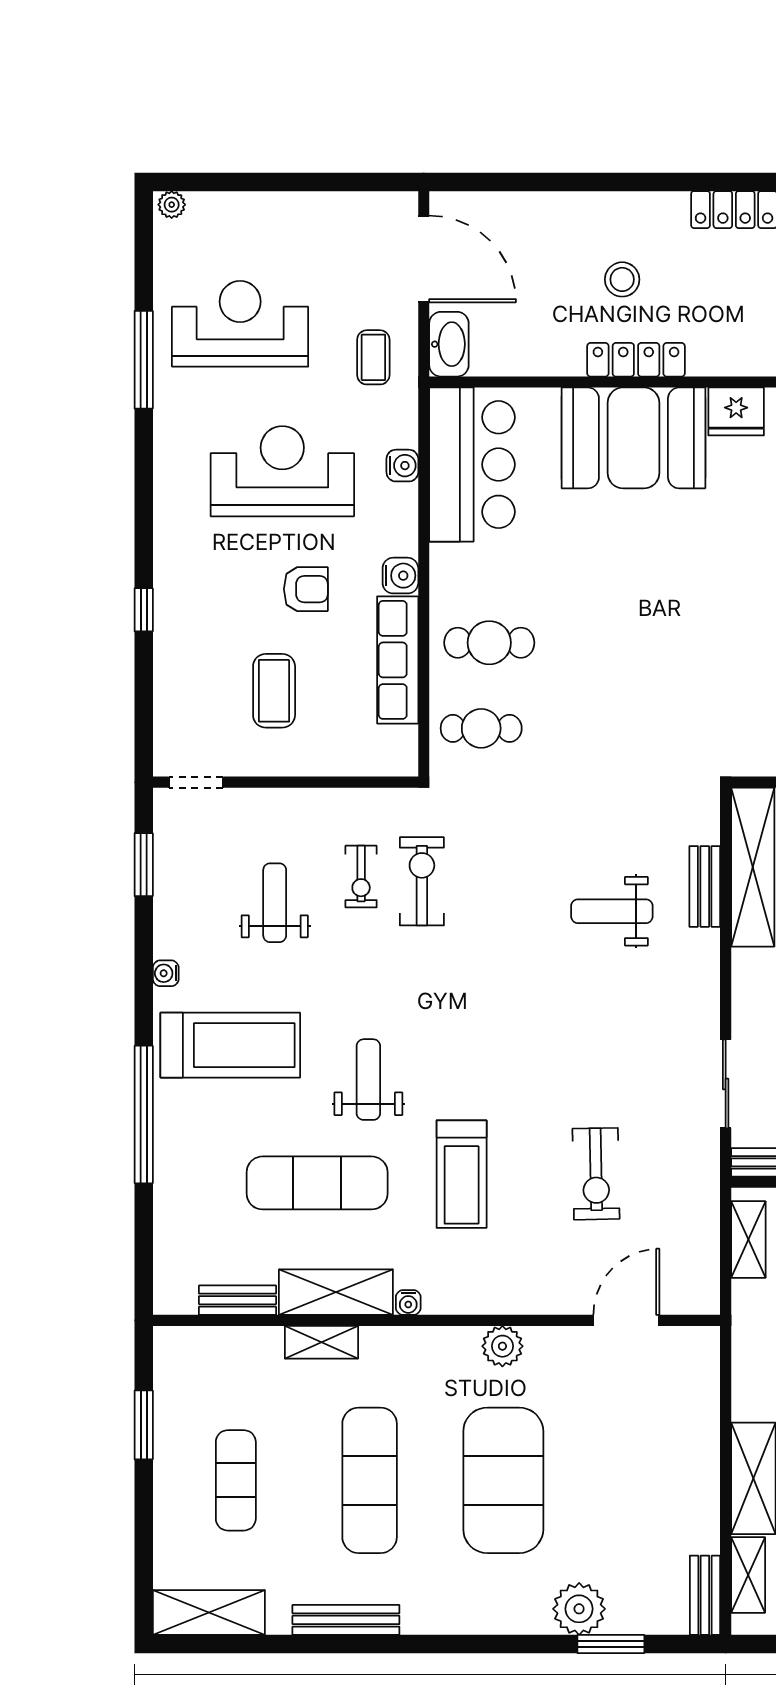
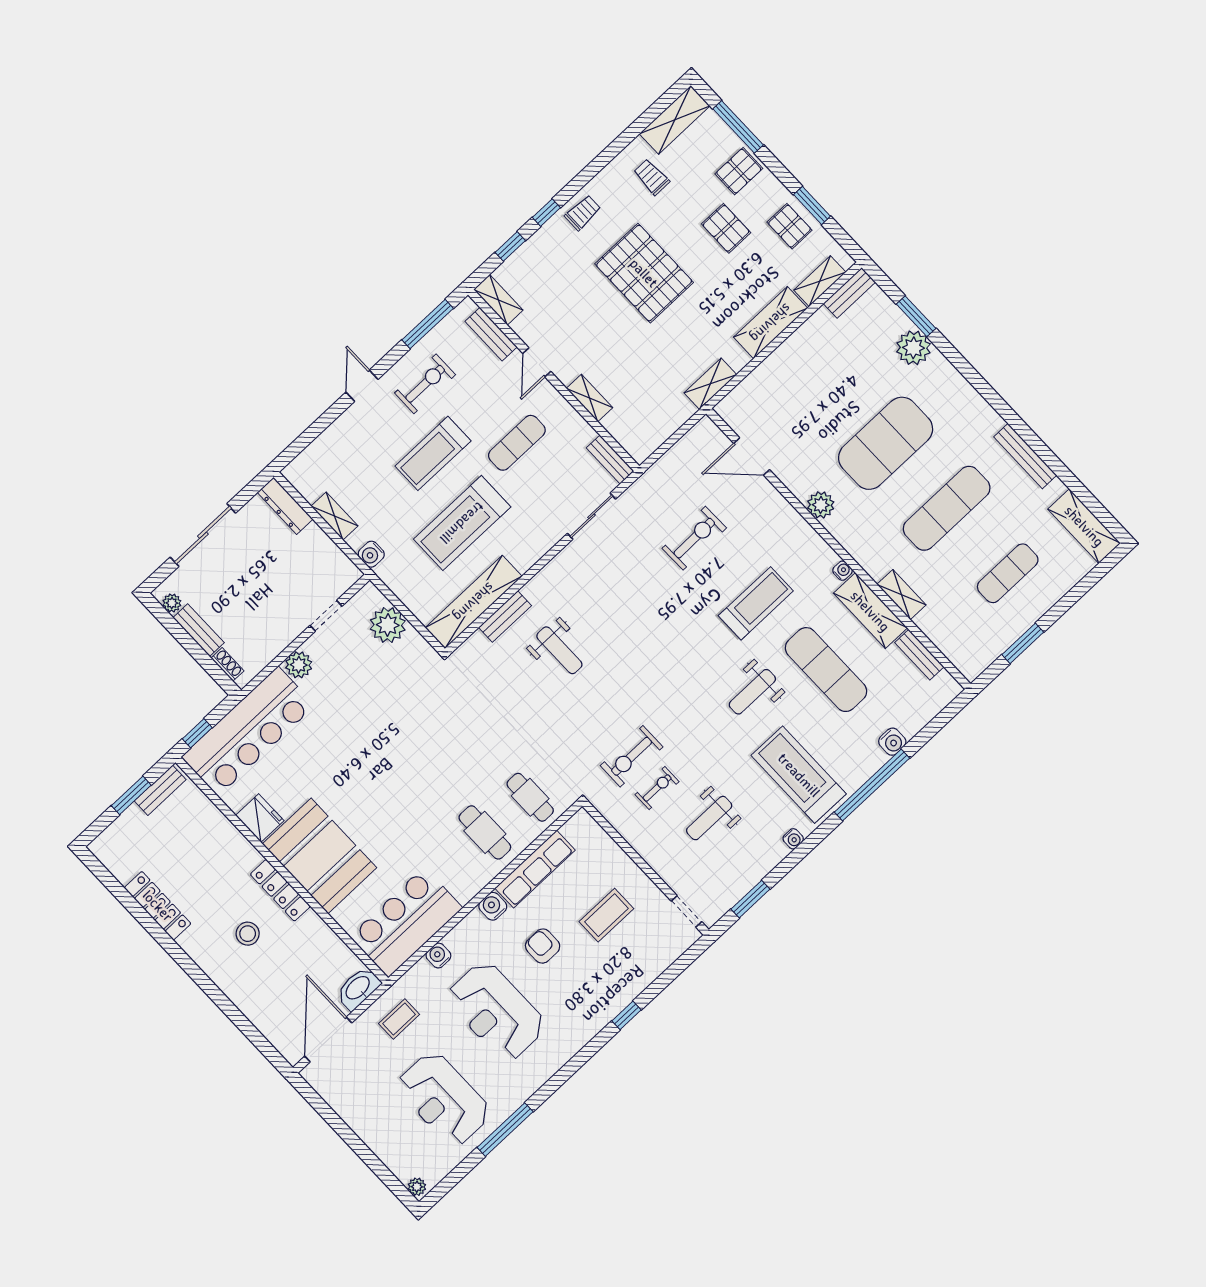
water cooler: (170, 1181) -> (892, 742), added
shelving: (748, 1239) -> (710, 384), moved

